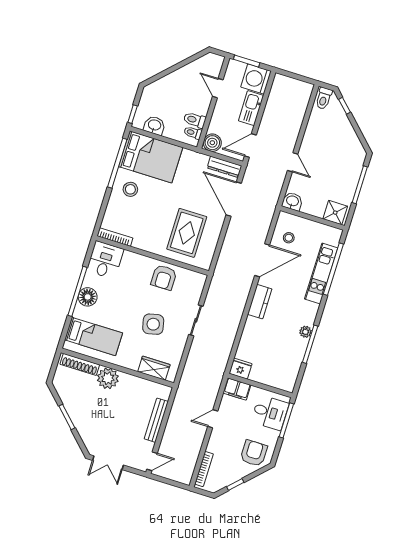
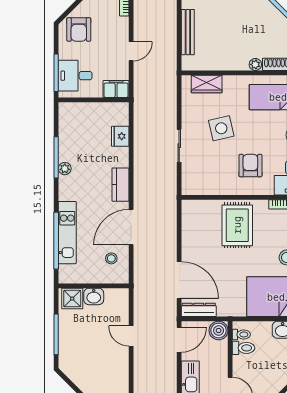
washbasin: (292, 201) -> (94, 296), moved
rug: (187, 233) -> (237, 225), moved
armchair: (164, 277) -> (250, 166), moved
fridge: (241, 369) -> (120, 136), moved, turned 90
plant: (108, 378) -> (255, 64), width x0.53, depth x0.53

